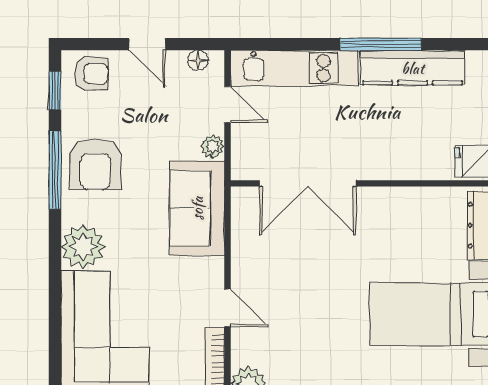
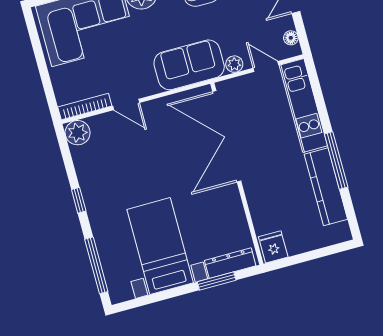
door: (228, 105) -> (266, 66), swing flipped
double door: (308, 183) -> (227, 136), width x1.36
door: (228, 308) -> (126, 104), hinge flipped

